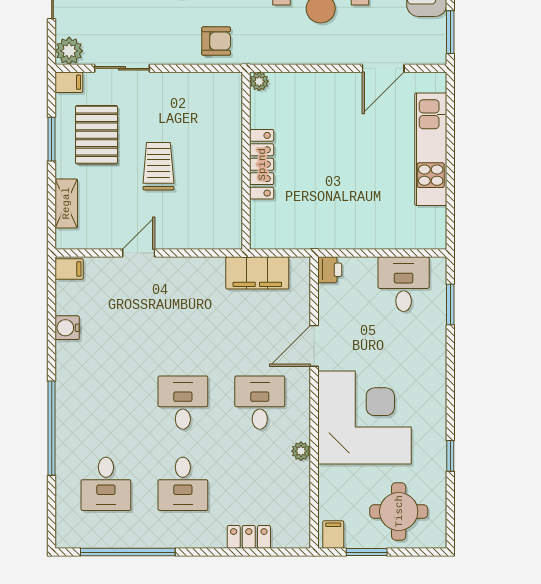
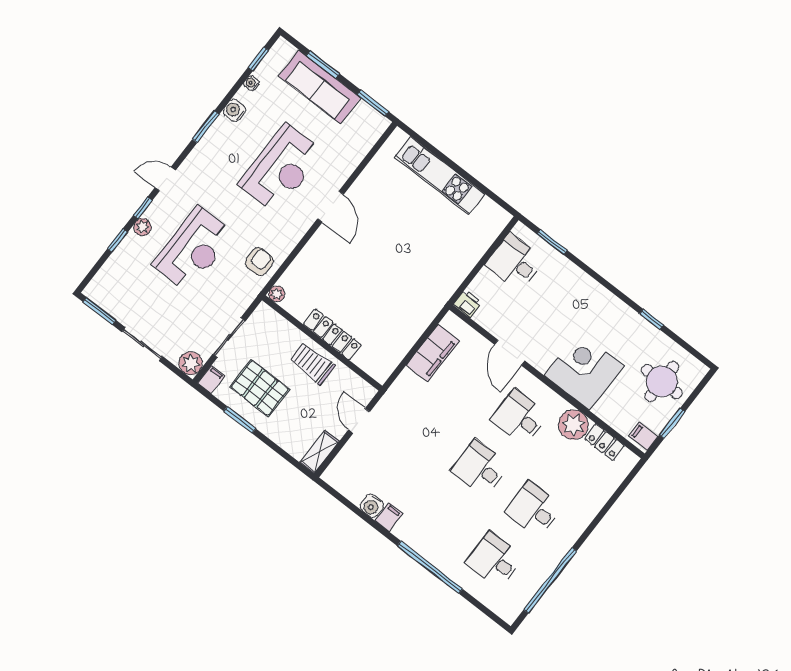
door: (383, 68) -> (331, 207), moved
plant: (259, 81) -> (277, 294), moved
wall: (246, 161) -> (322, 343), moved
locker: (262, 164) -> (332, 335), moved
shelving: (66, 203) -> (319, 452), moved, turned 90
filing cabinet: (69, 269) -> (389, 517), moved
corner desk: (364, 418) -> (584, 371), width x0.74, depth x0.74
plant: (301, 451) -> (573, 425), width x1.88, depth x1.88
desk: (106, 484) -> (494, 560), turned 180
desk: (183, 484) -> (533, 509), turned 180
locker: (249, 537) -> (605, 442), moved, turned -90

